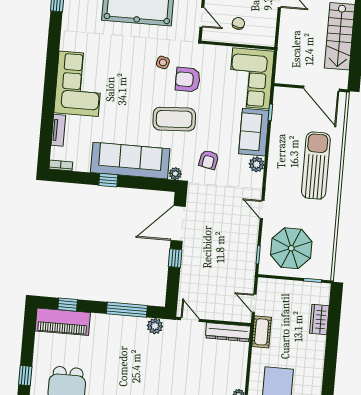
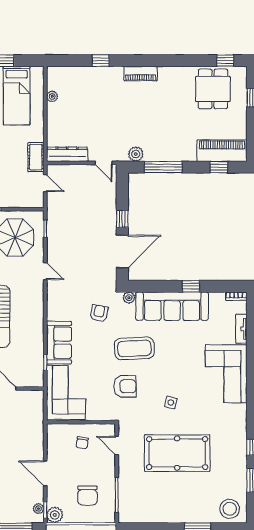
side table: (163, 62) -> (171, 402), moved
plant: (257, 164) -> (54, 313), removed

